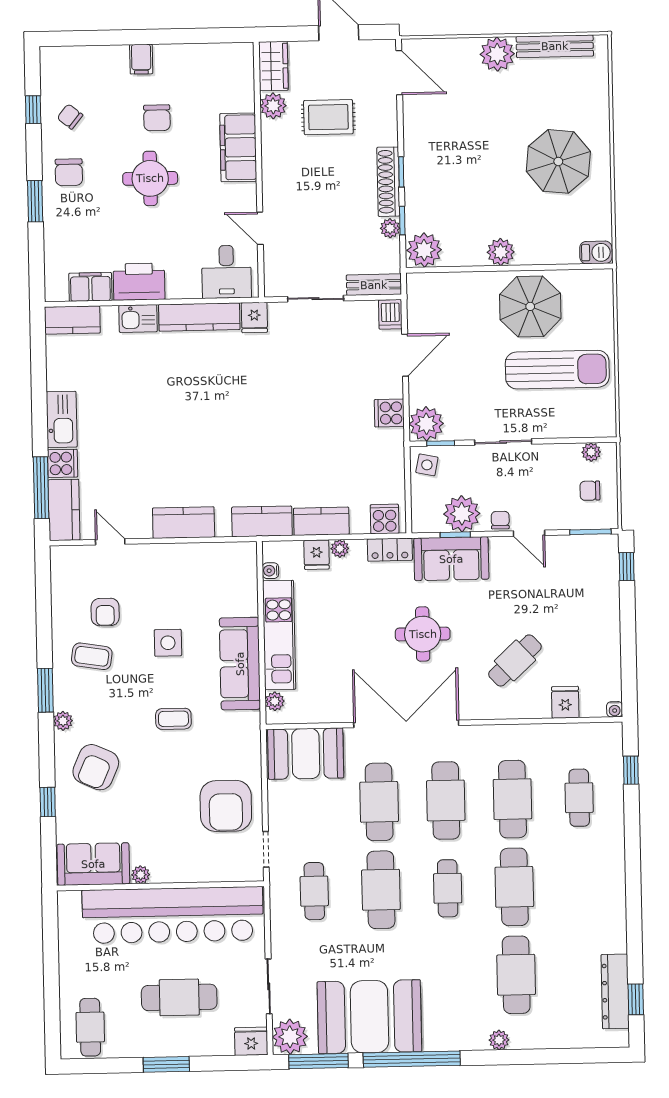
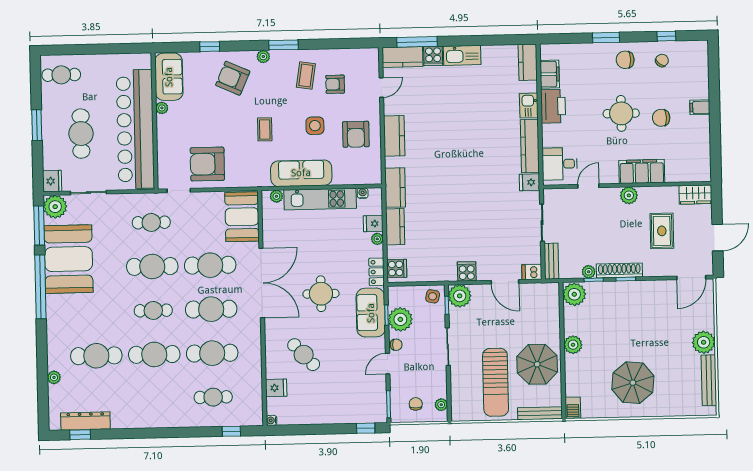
plant: (273, 106) -> (629, 195), moved
bench: (604, 302) -> (540, 413), added
armchair: (181, 581) -> (356, 134), added
plant: (499, 1040) -> (54, 377), moved

